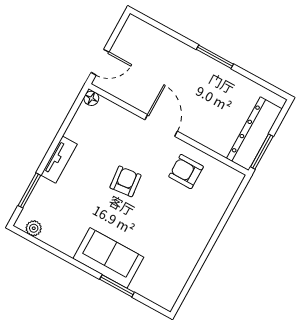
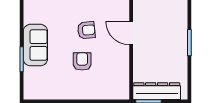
door: (161, 125) -> (131, 33), swing flipped
armchair: (186, 172) -> (82, 61), moved

